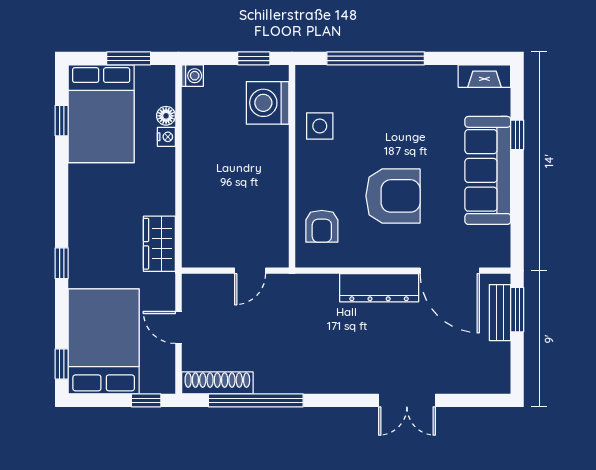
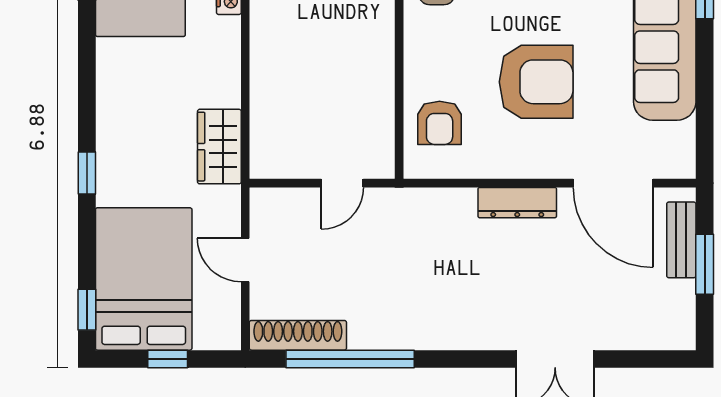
dresser: (379, 288) -> (517, 203), width x0.73, depth x0.80
window: (517, 310) -> (705, 264), moved
window: (146, 400) -> (168, 359), moved

